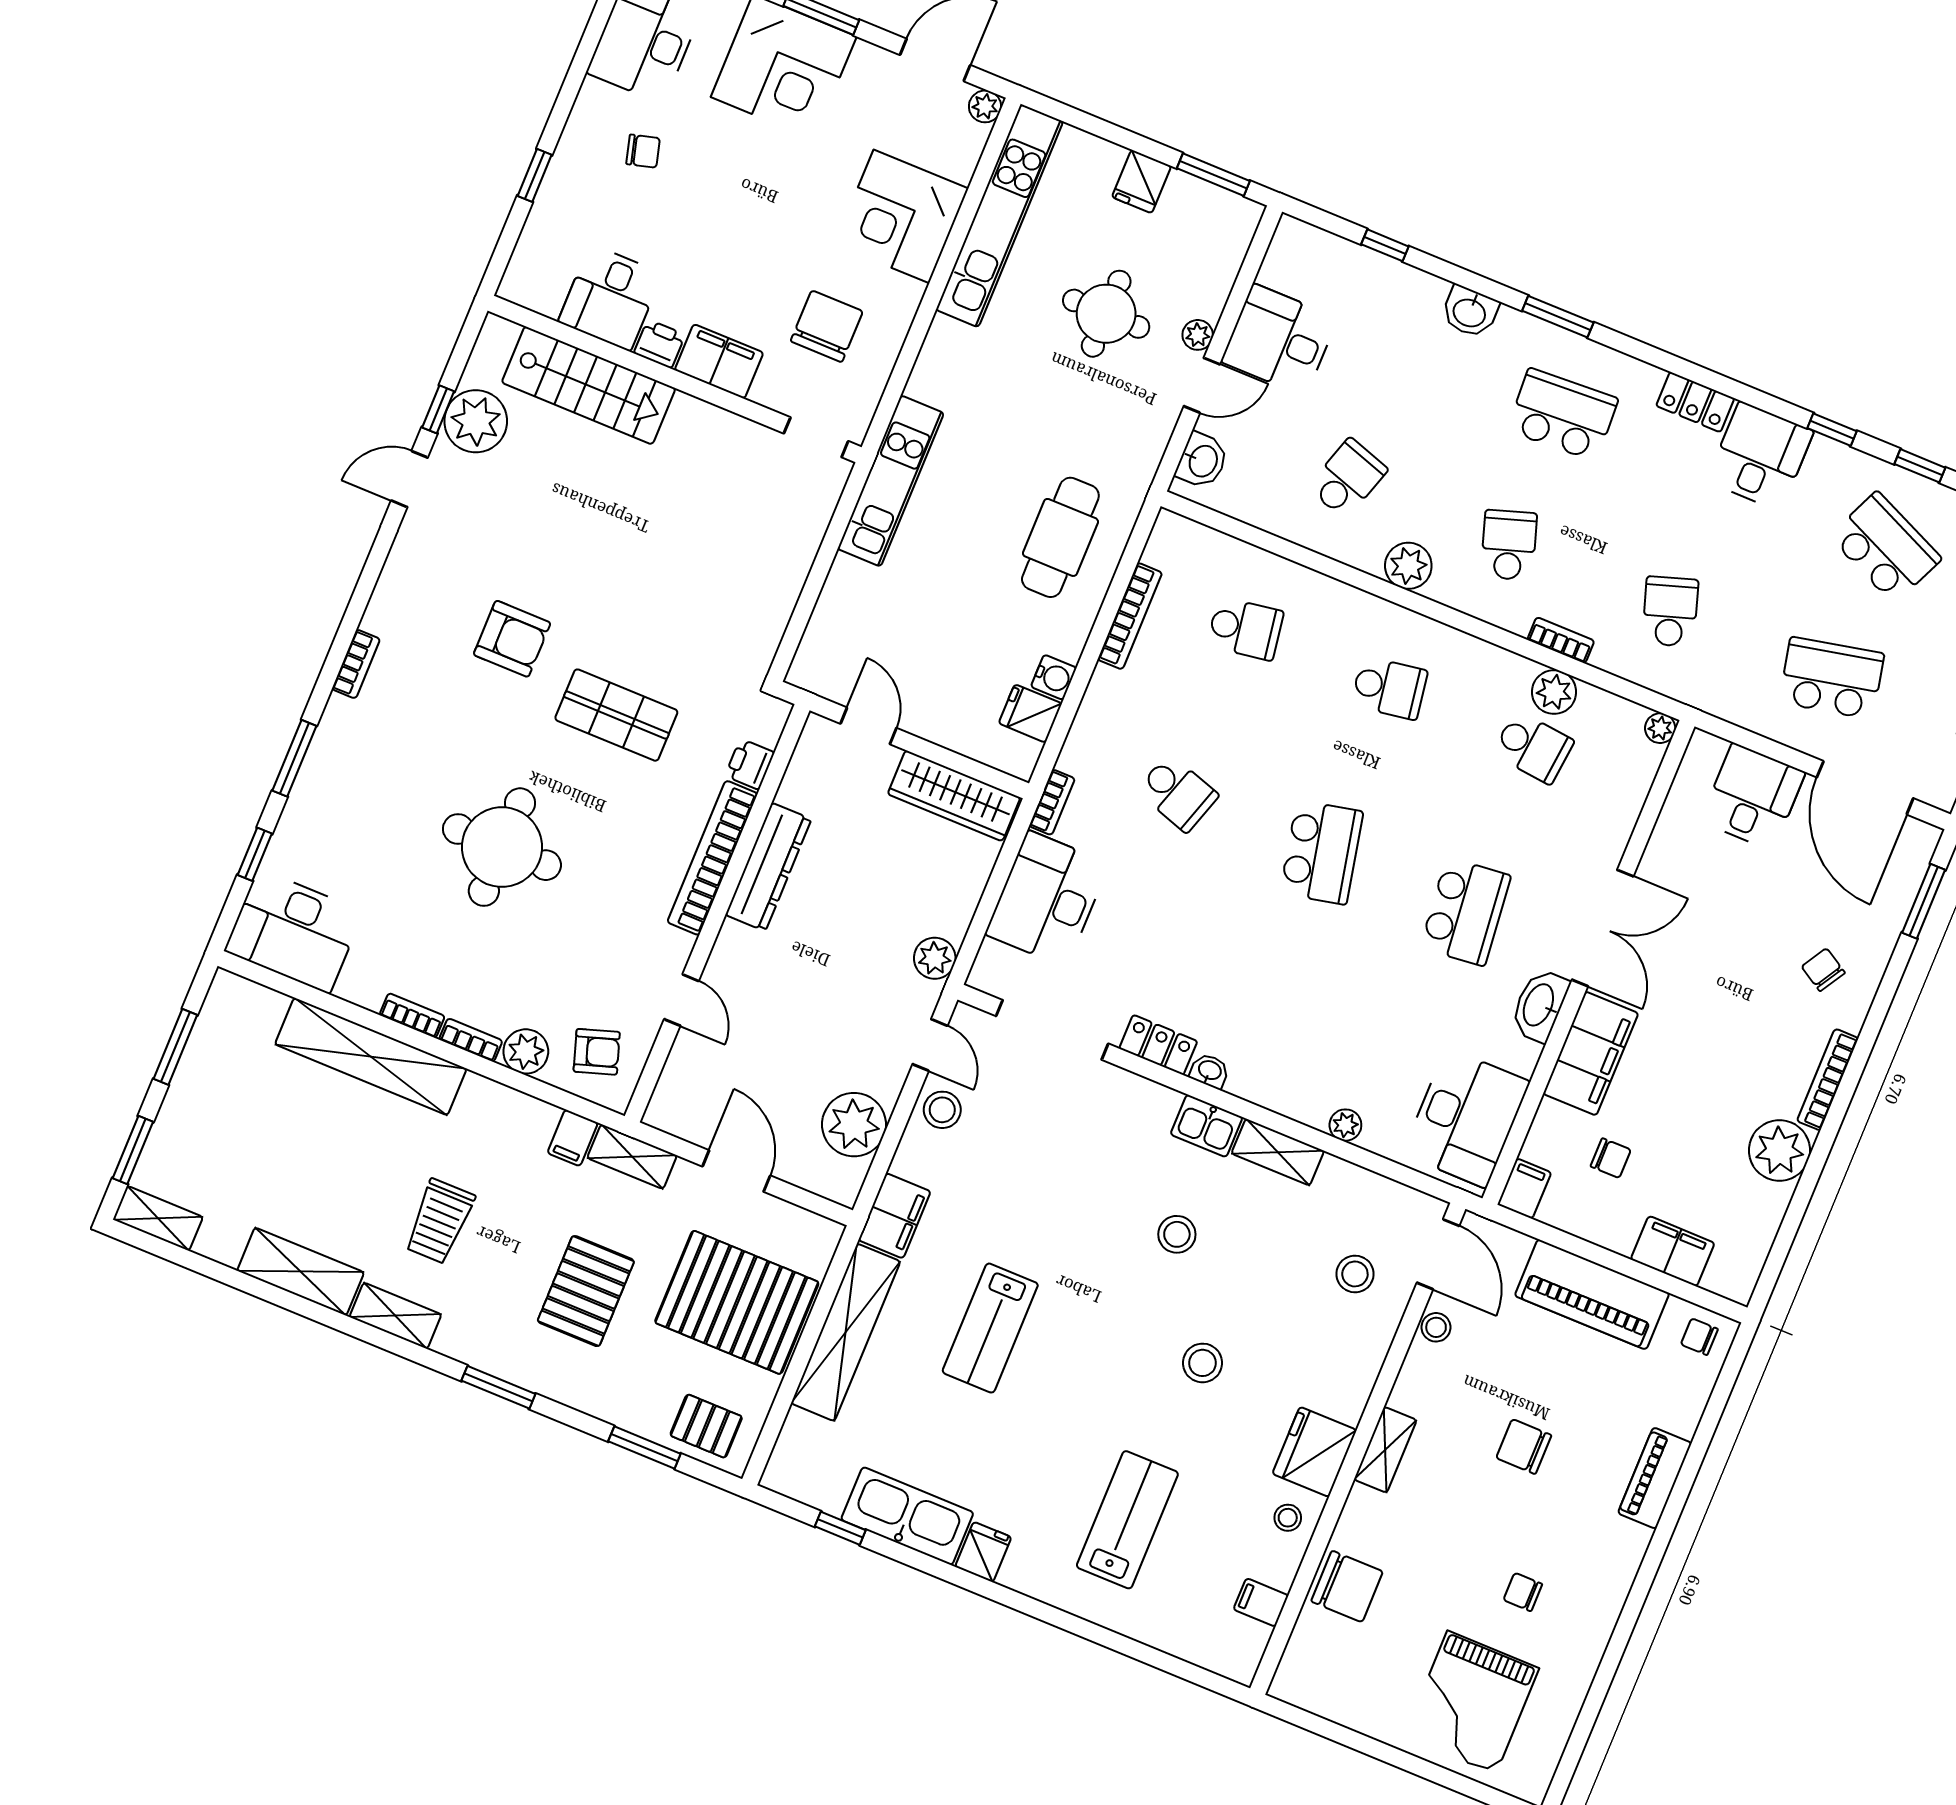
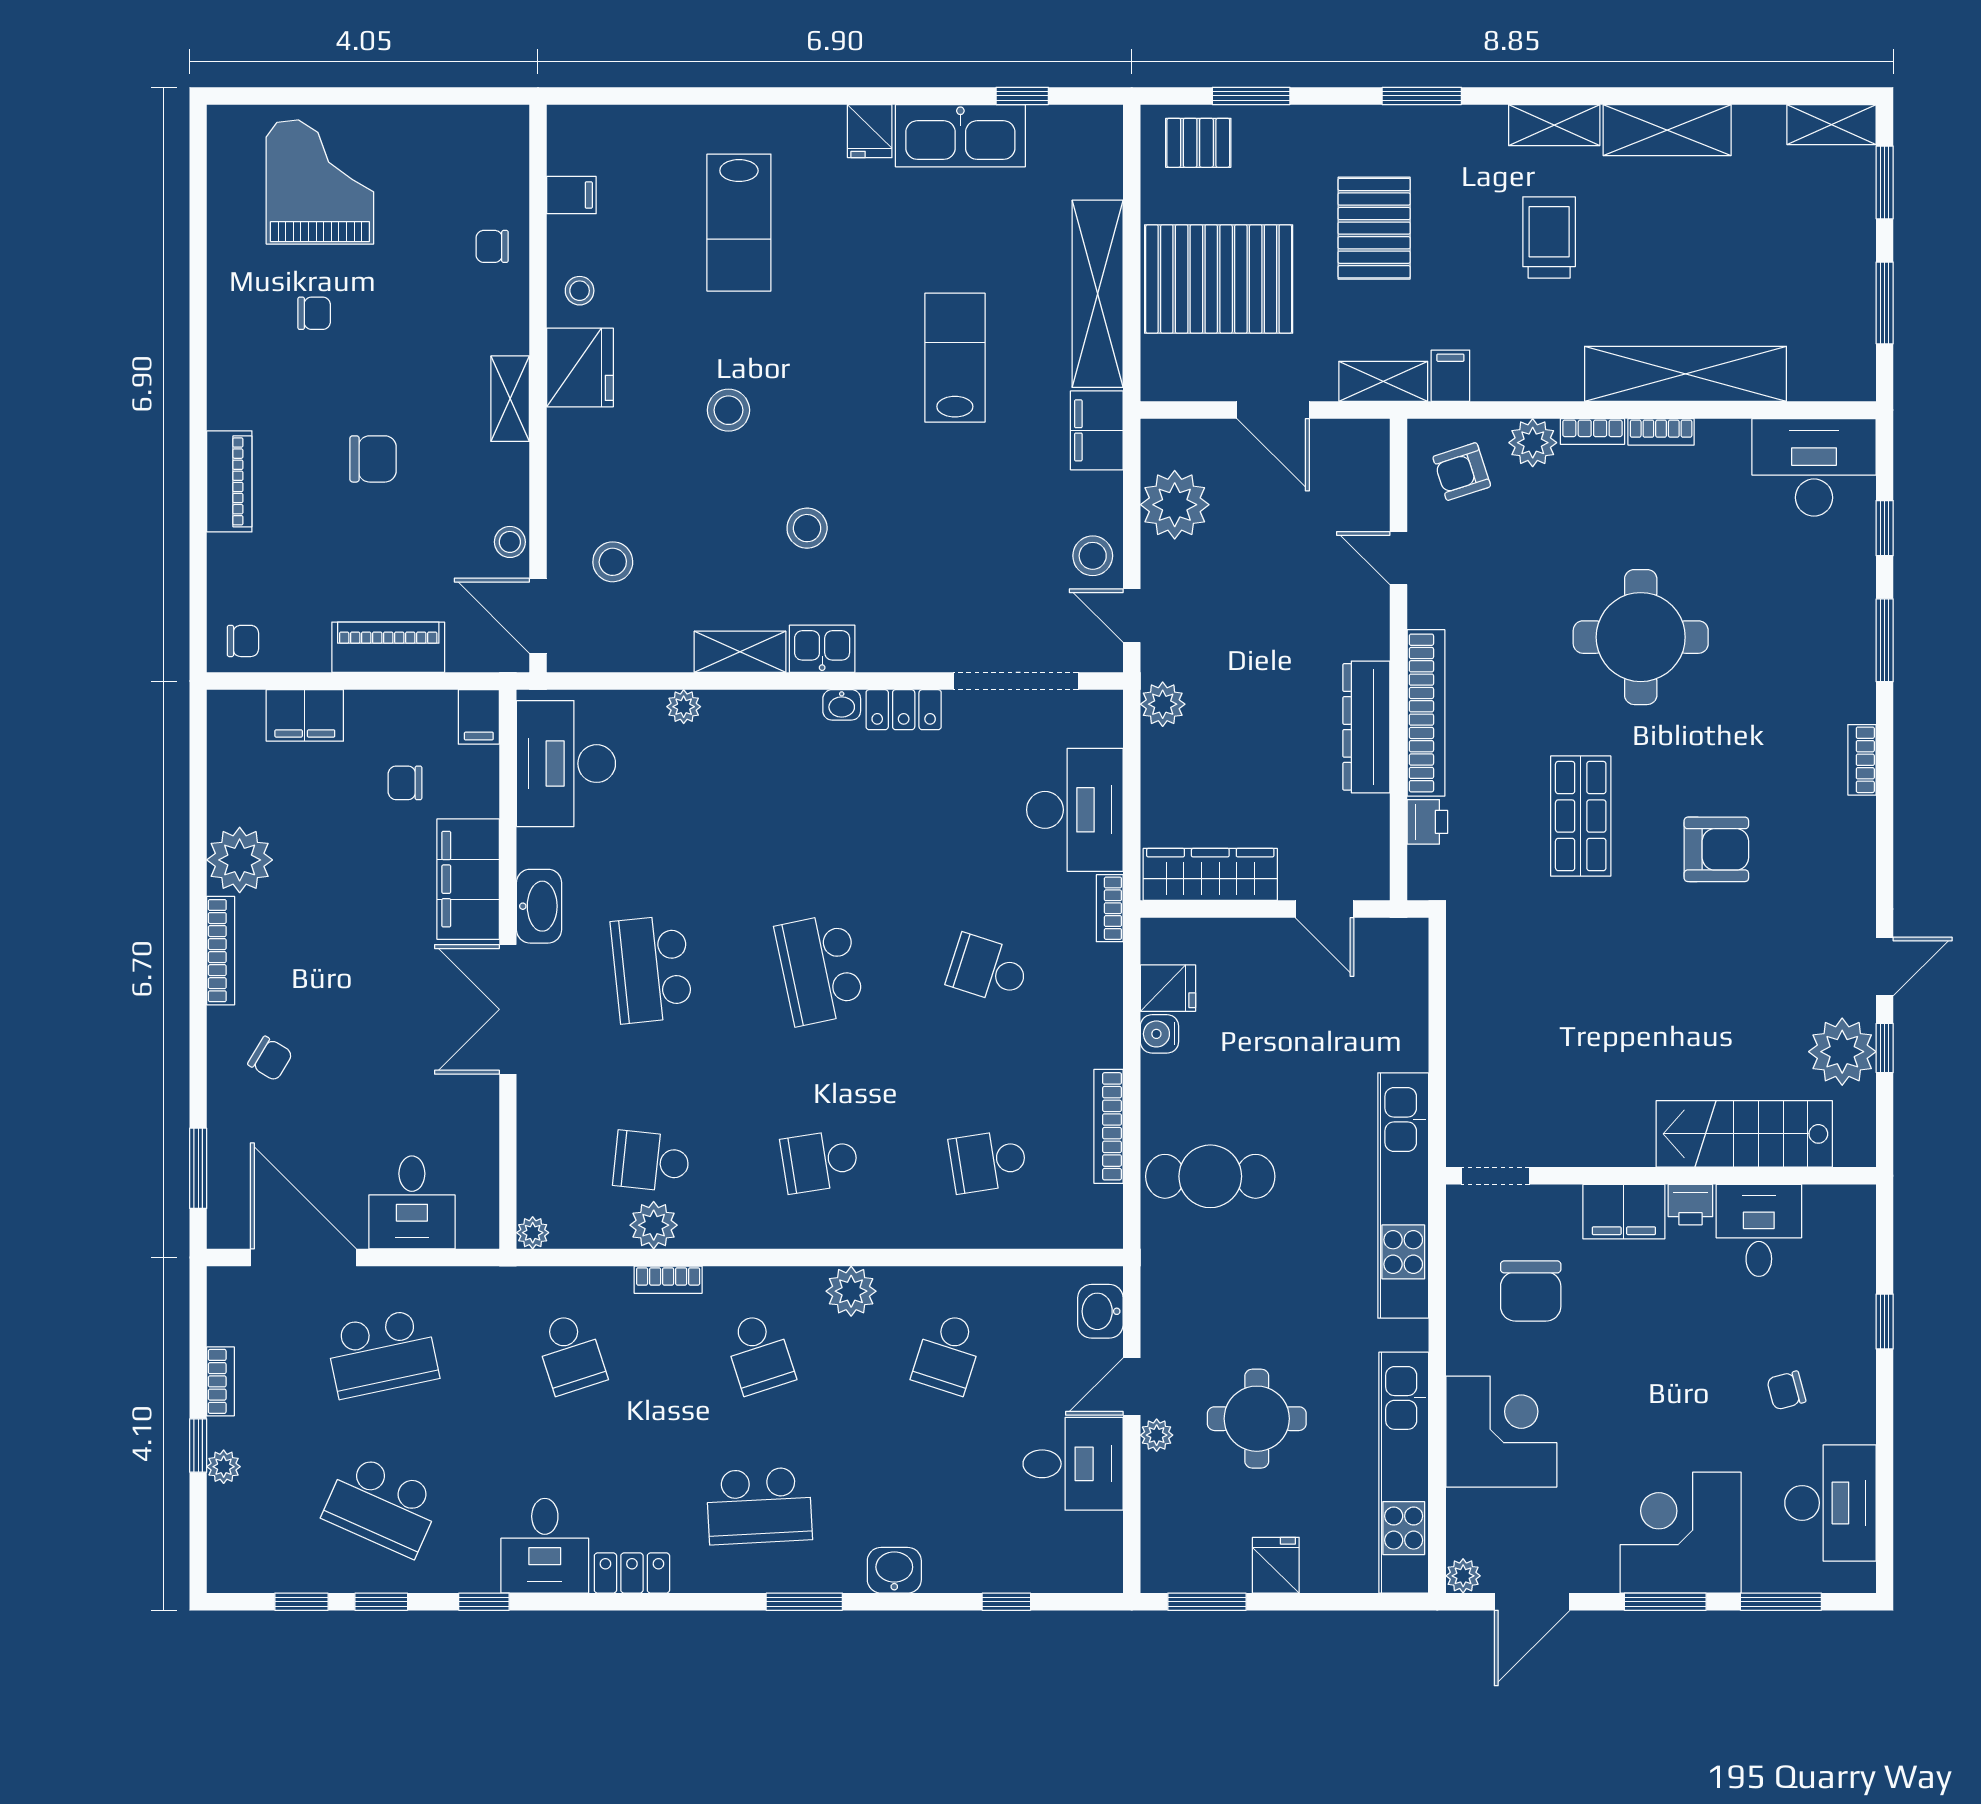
kitchen unit: (891, 481) -> (1403, 1196), width x1.36
cafe table: (1060, 537) -> (1210, 1176), turned 90
armchair: (512, 639) -> (1716, 849), turned 180
shop shelf: (616, 715) -> (1581, 816), turned 90
piano: (1592, 1294) -> (388, 647), width x0.73, depth x0.75
chair: (1347, 1586) -> (492, 246), width x0.54, depth x0.54

